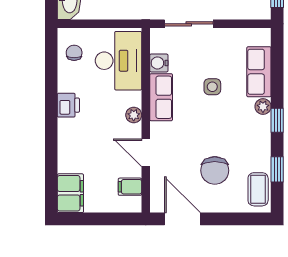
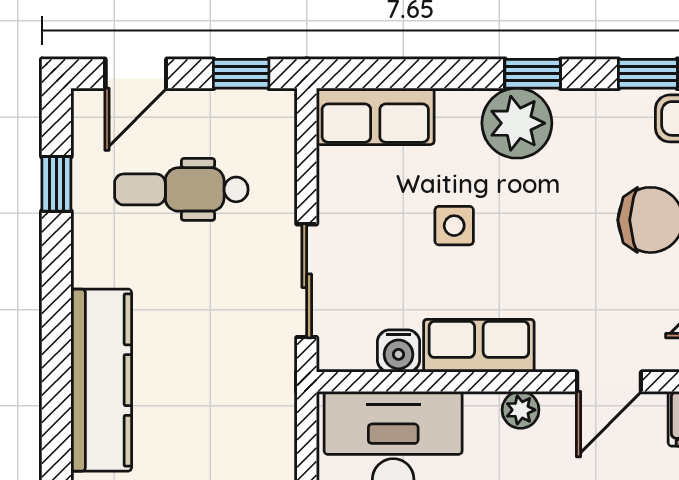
row of seats: (259, 72) -> (375, 116), moved
plant: (263, 107) -> (517, 123), width x1.87, depth x1.87

